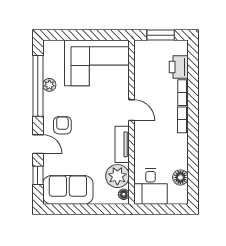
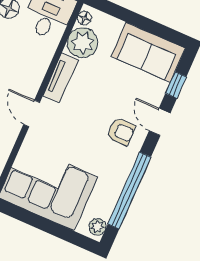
plant: (49, 85) -> (97, 227), moved
armchair: (62, 125) -> (121, 131), turned -90

